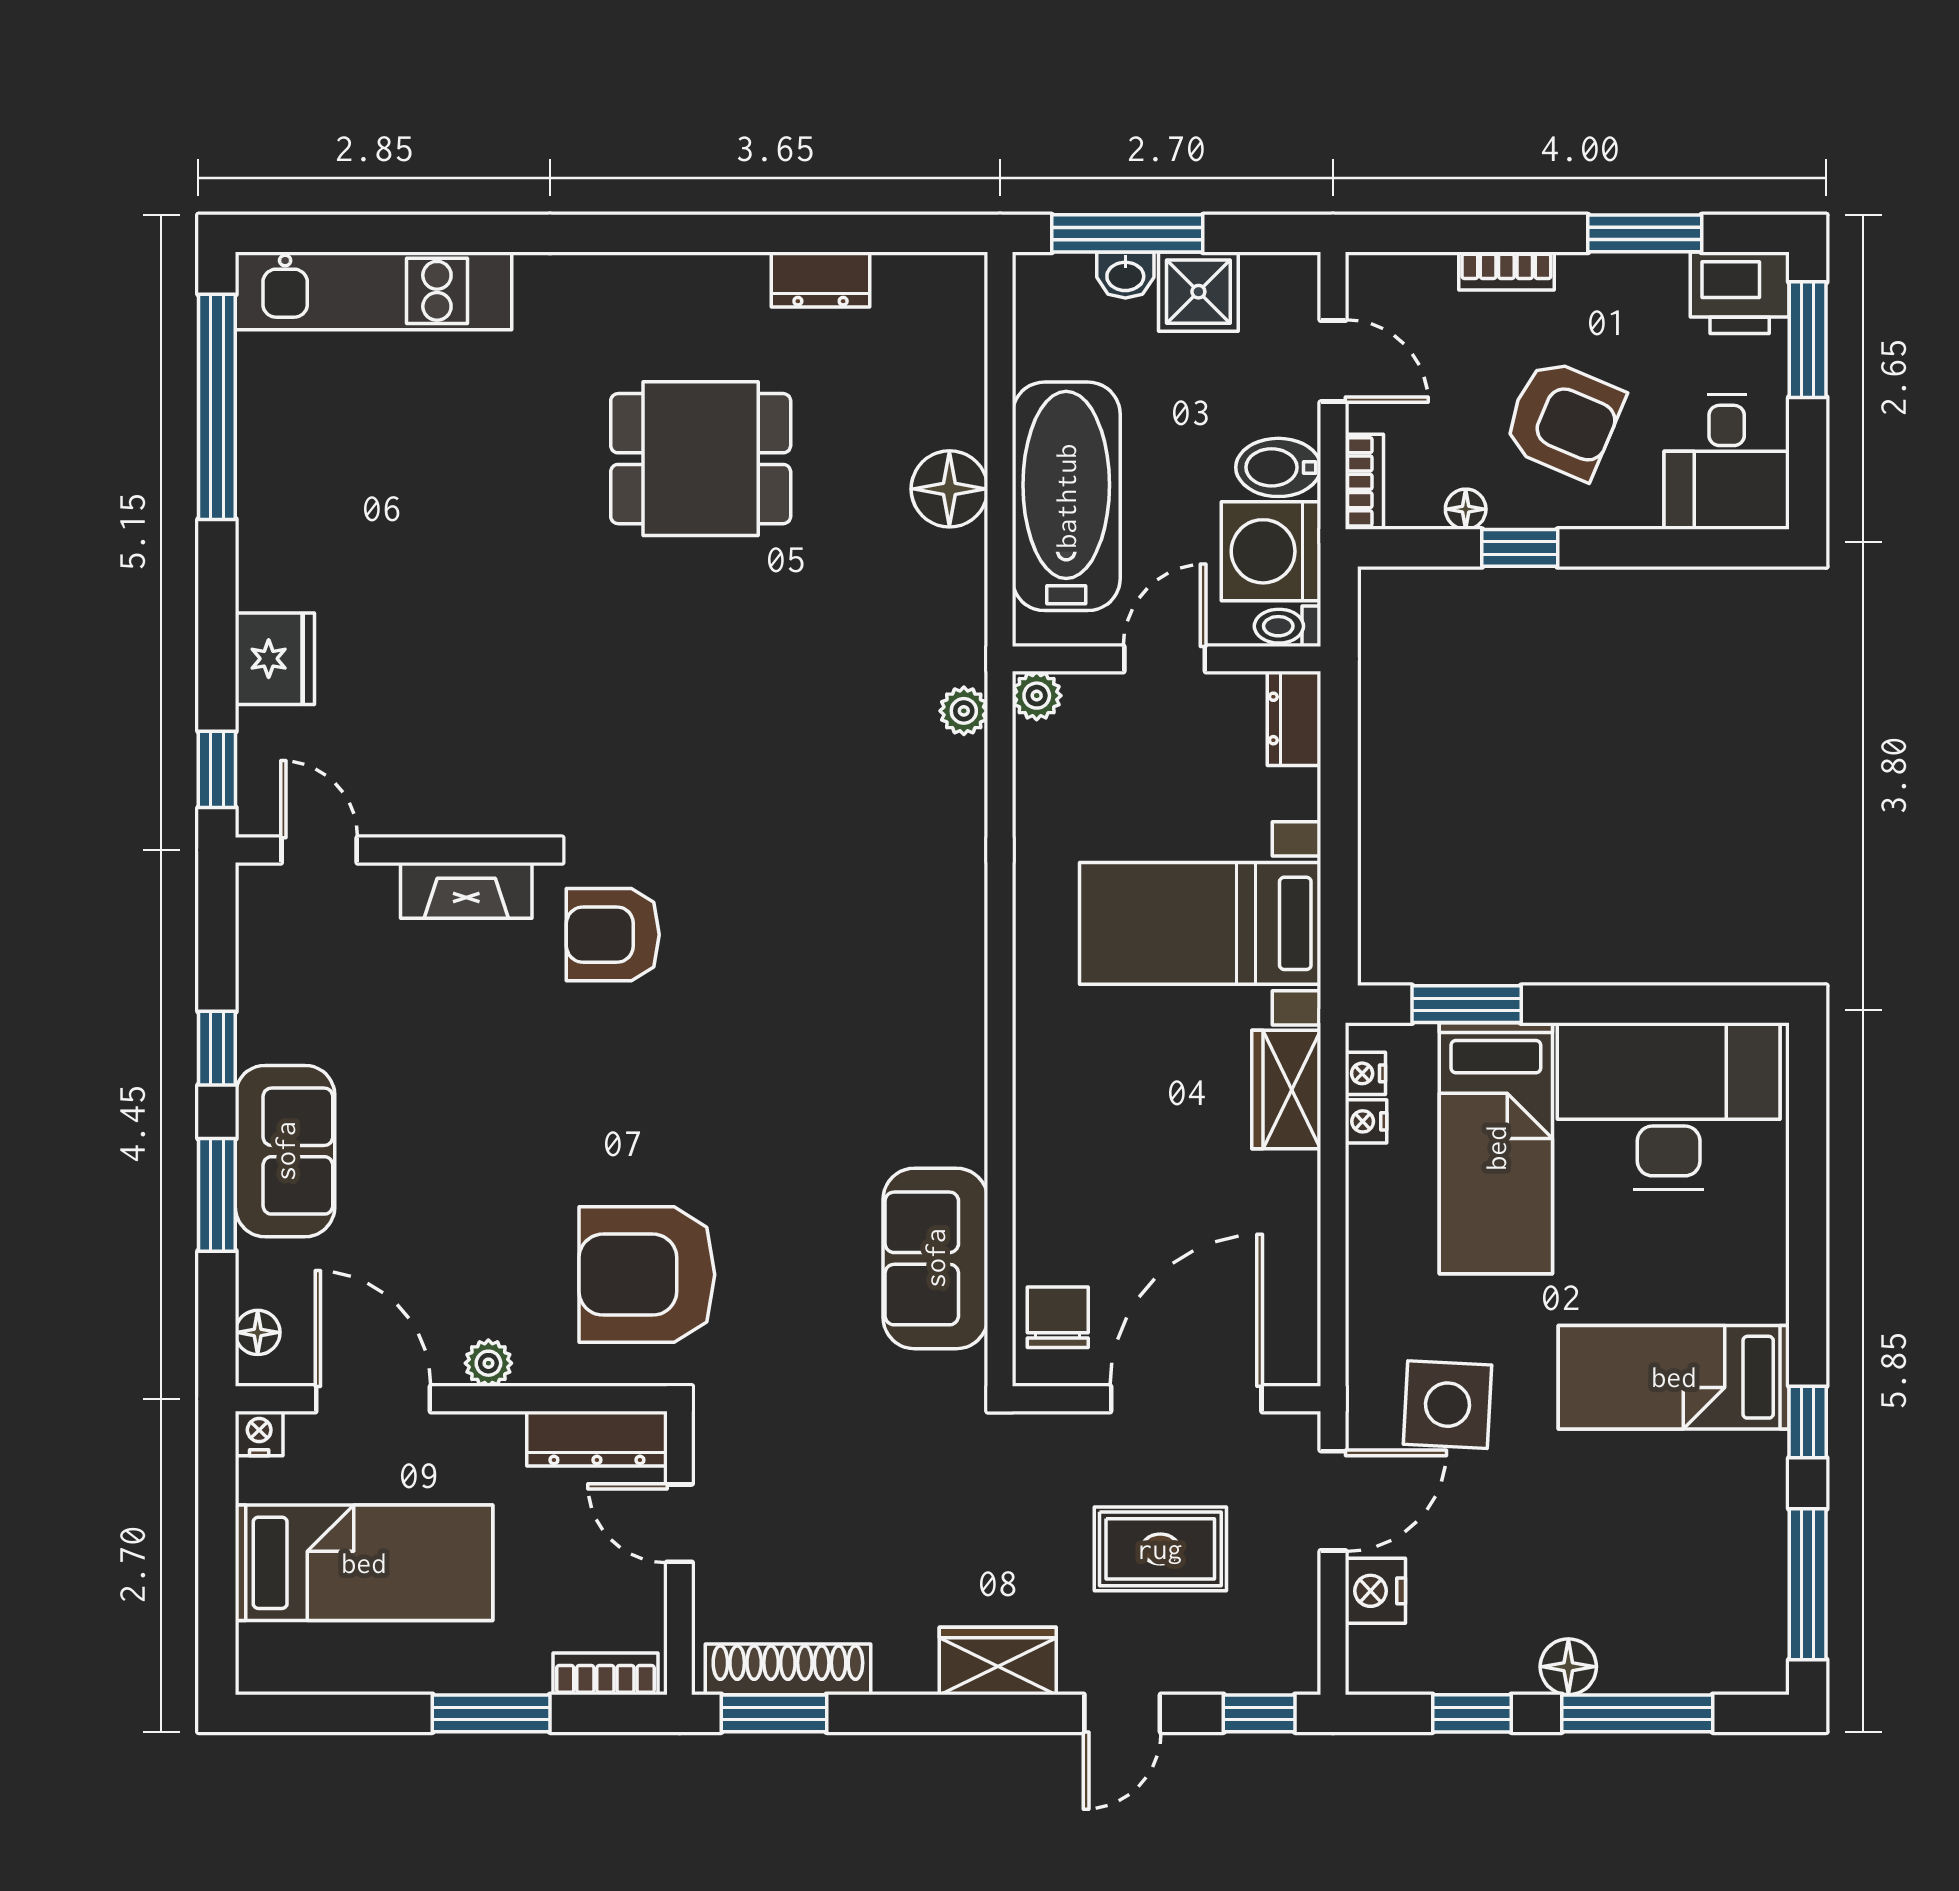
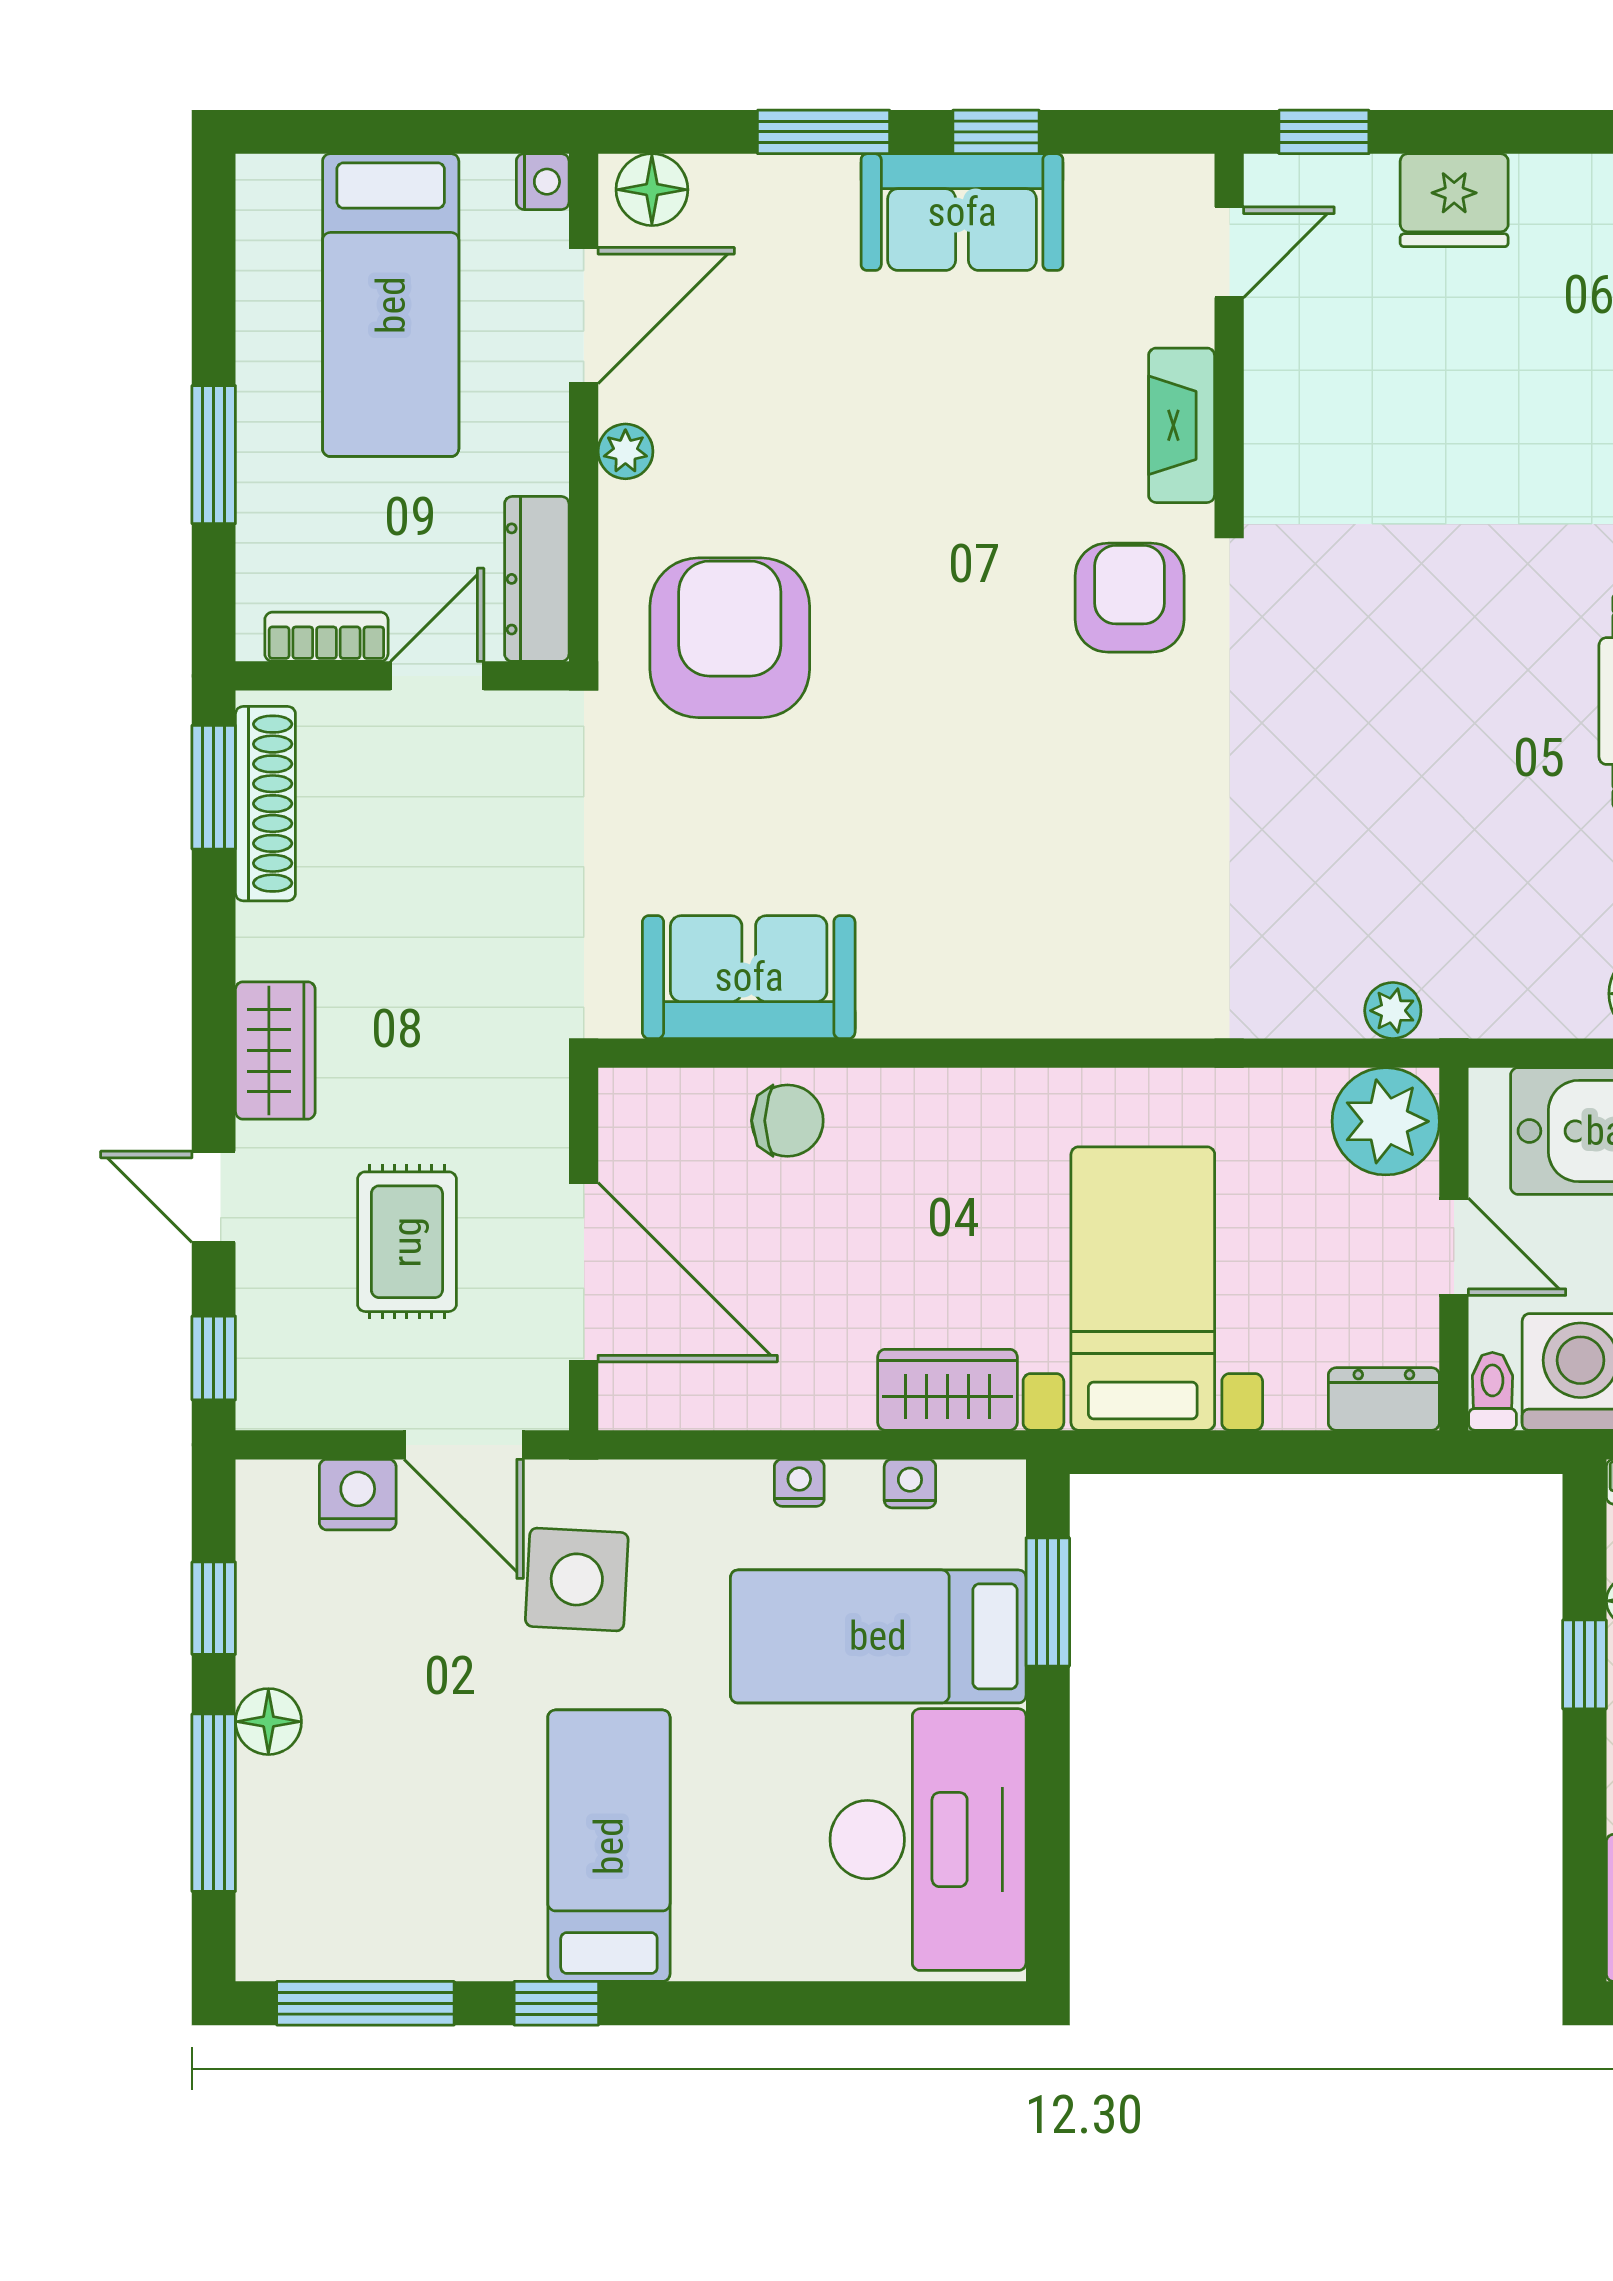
plant: (1037, 696) -> (1386, 1121), width x1.88, depth x1.88
nightstand: (1365, 1073) -> (799, 1483), moved
sofa: (285, 1151) -> (962, 212), moved
chair: (1058, 1317) -> (787, 1121), moved
floor lamp: (258, 1332) -> (652, 190), width x1.37, depth x1.37
bookcase: (605, 1674) -> (326, 637), moved, turned -90

